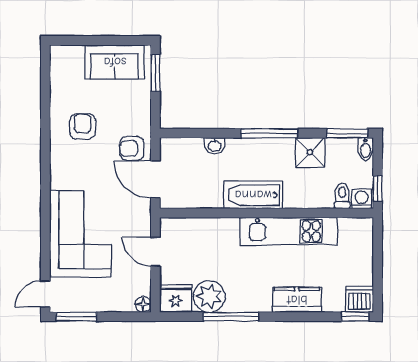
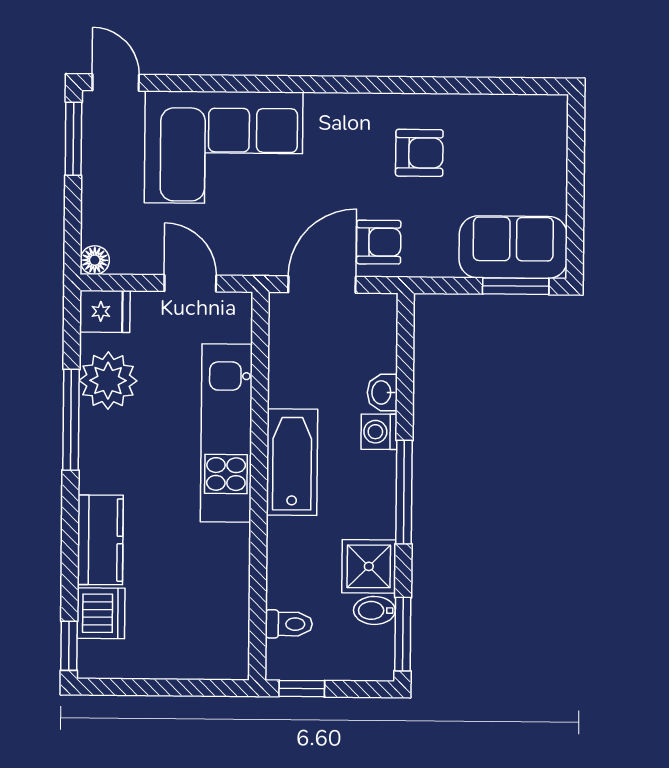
sofa: (115, 62) -> (513, 247), moved, turned 90
armchair: (132, 148) -> (379, 242), turned 90
bidet: (366, 149) -> (374, 610), moved
washing machine: (362, 199) -> (379, 432), moved, turned 180
kitchen unit: (289, 231) -> (226, 433), moved
door: (155, 252) -> (190, 283), hinge flipped
fridge: (176, 299) -> (105, 311), width x0.72
dishwasher: (359, 299) -> (101, 613), moved

